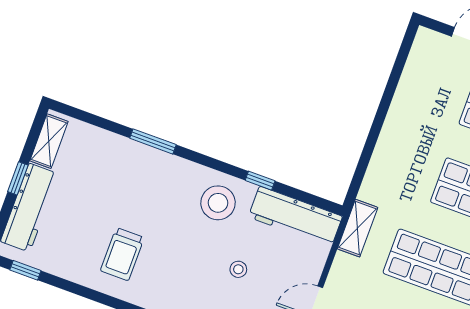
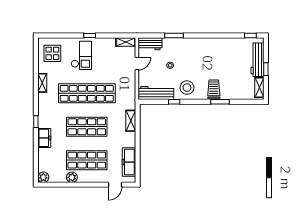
freezer: (417, 79) -> (129, 162), added
shelving: (358, 228) -> (131, 121), moved
trolley: (122, 254) -> (214, 89), moved

